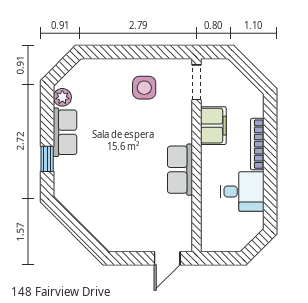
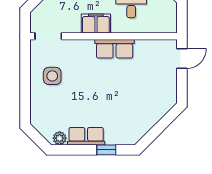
filing cabinet: (213, 126) -> (96, 23), moved
door: (167, 258) -> (182, 59), hinge flipped

